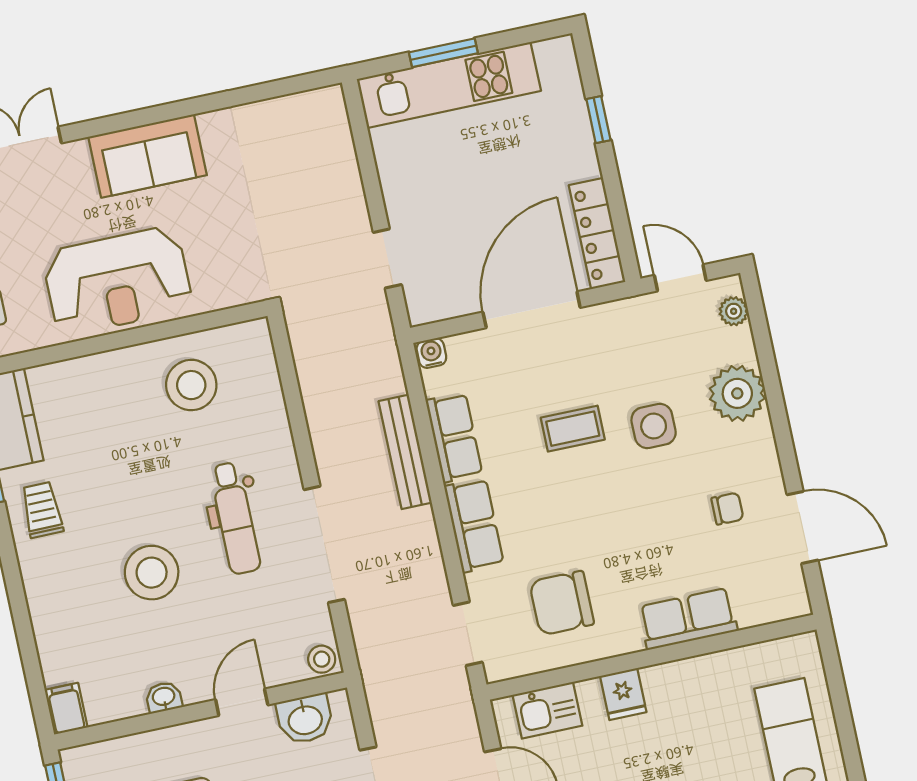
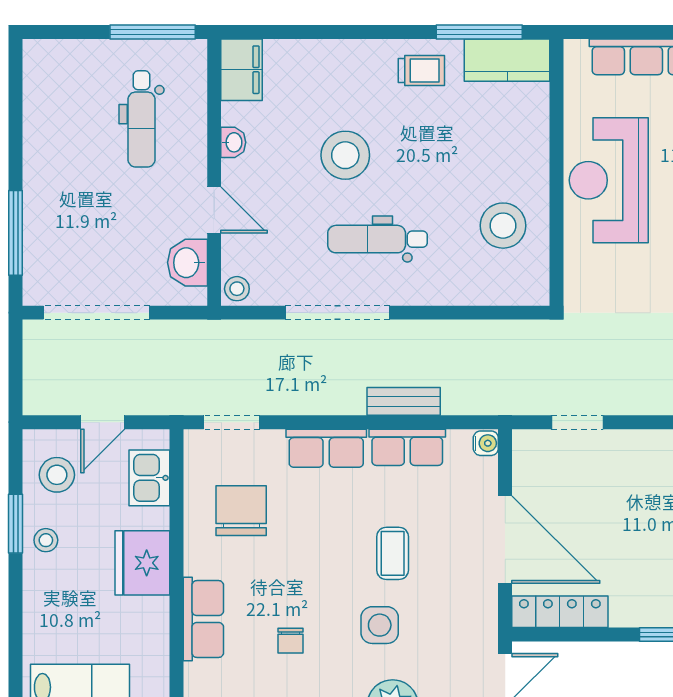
bench: (405, 452) -> (404, 401), width x0.73
chair: (727, 509) -> (291, 641), moved
fridge: (623, 694) -> (142, 563), width x1.88, depth x1.34
filing cabinet: (66, 709) -> (242, 70), width x2.00

